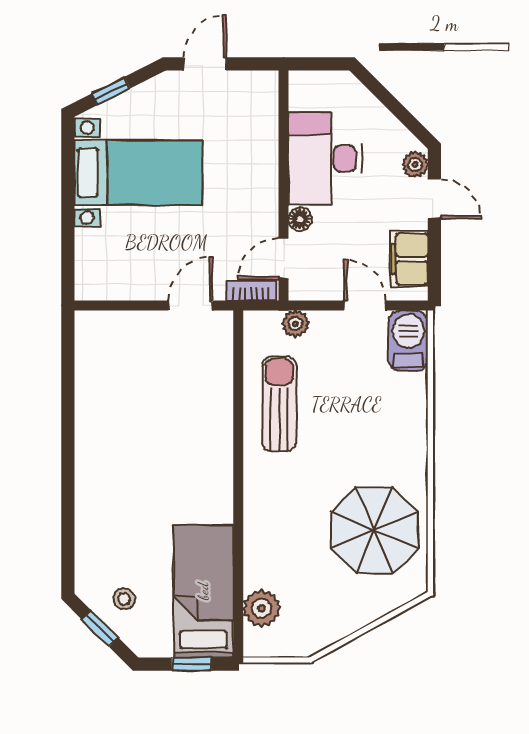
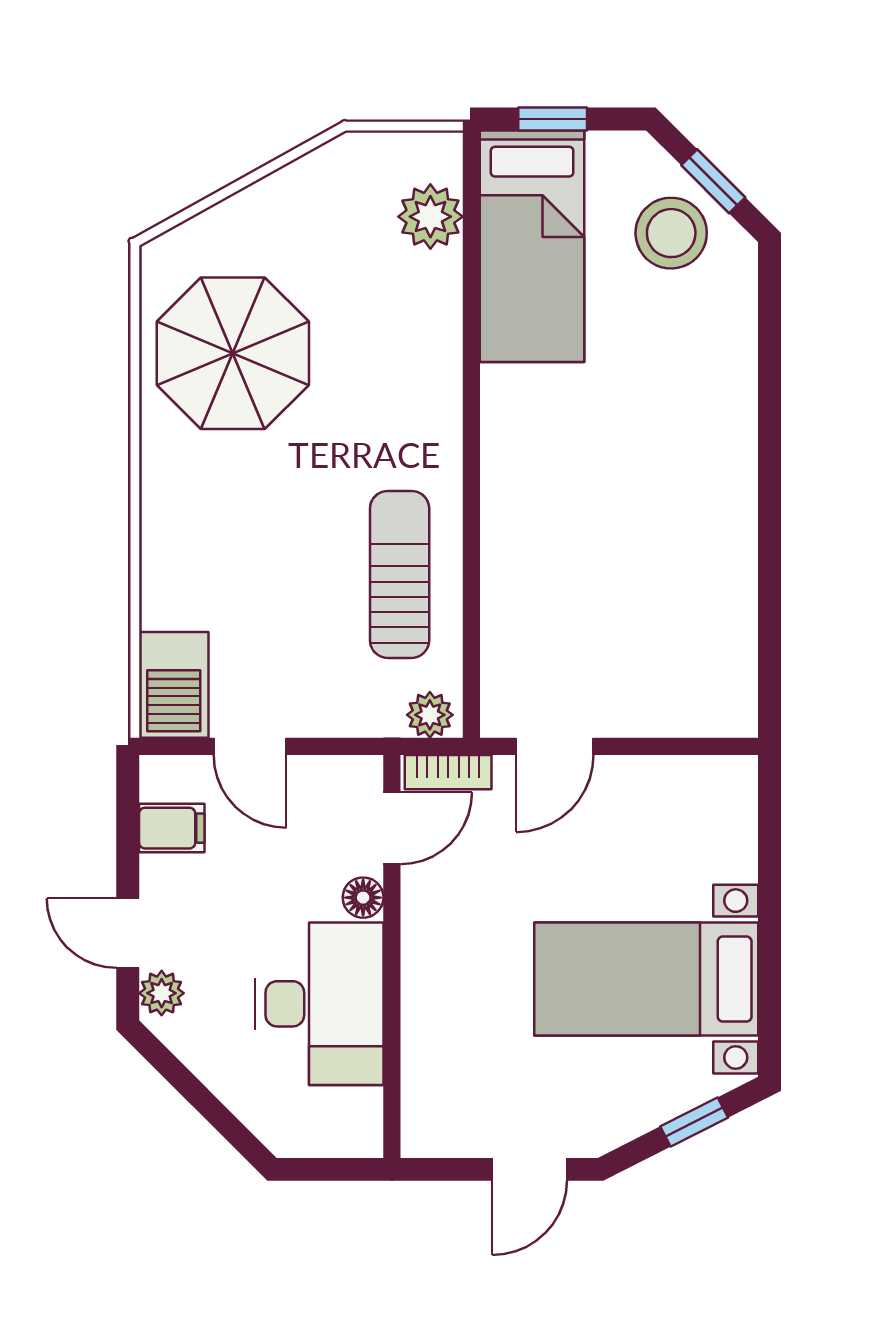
filing cabinet: (409, 259) -> (172, 828), width x0.50
plant: (295, 324) -> (430, 715), moved
sun lounger: (279, 404) -> (400, 574), turned 180
stool: (124, 599) -> (671, 233), width x1.89, depth x1.89

